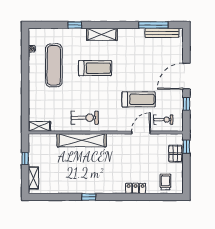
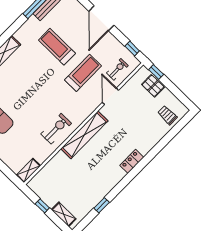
treadmill: (95, 68) -> (57, 47), moved, turned -90
window: (186, 104) -> (132, 49), moved
shelving: (82, 140) -> (84, 135), moved
locker: (136, 188) -> (132, 161), moved
window: (89, 197) -> (102, 205), moved

